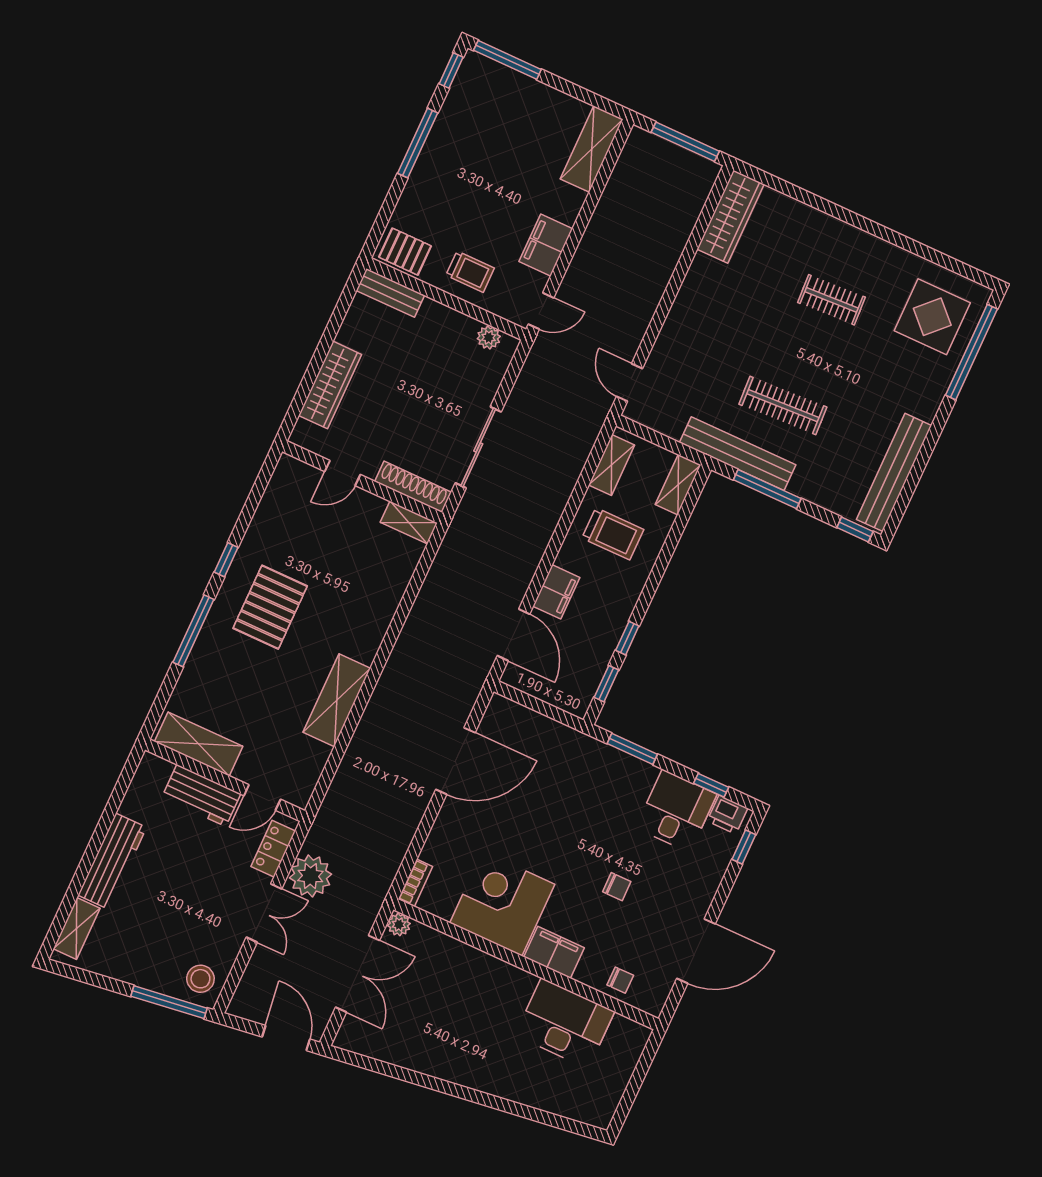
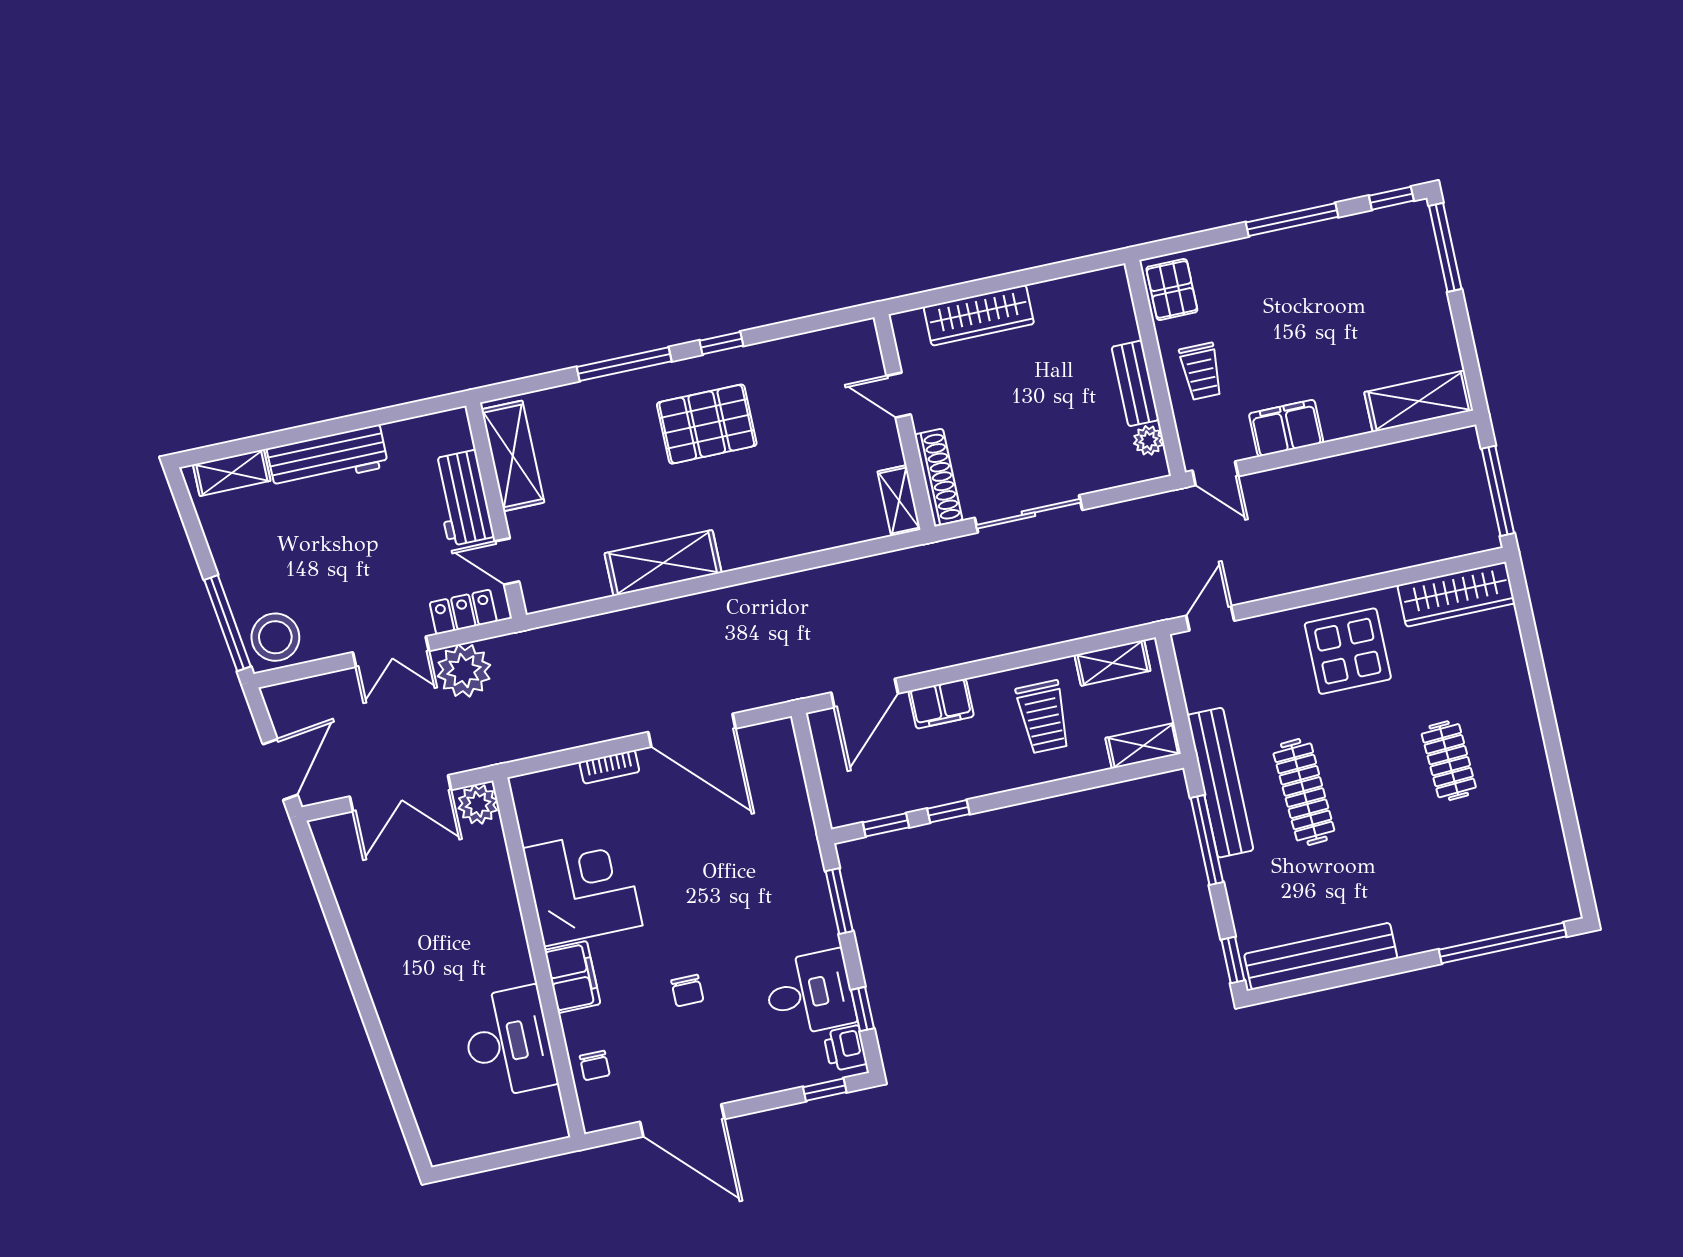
bench: (390, 293) -> (1135, 383), moved
display table: (932, 317) -> (1348, 651), moved
bookcase: (415, 883) -> (609, 767), moved
plant: (399, 925) -> (478, 804), width x1.38, depth x1.38
stool: (200, 979) -> (275, 637), width x1.38, depth x1.38

